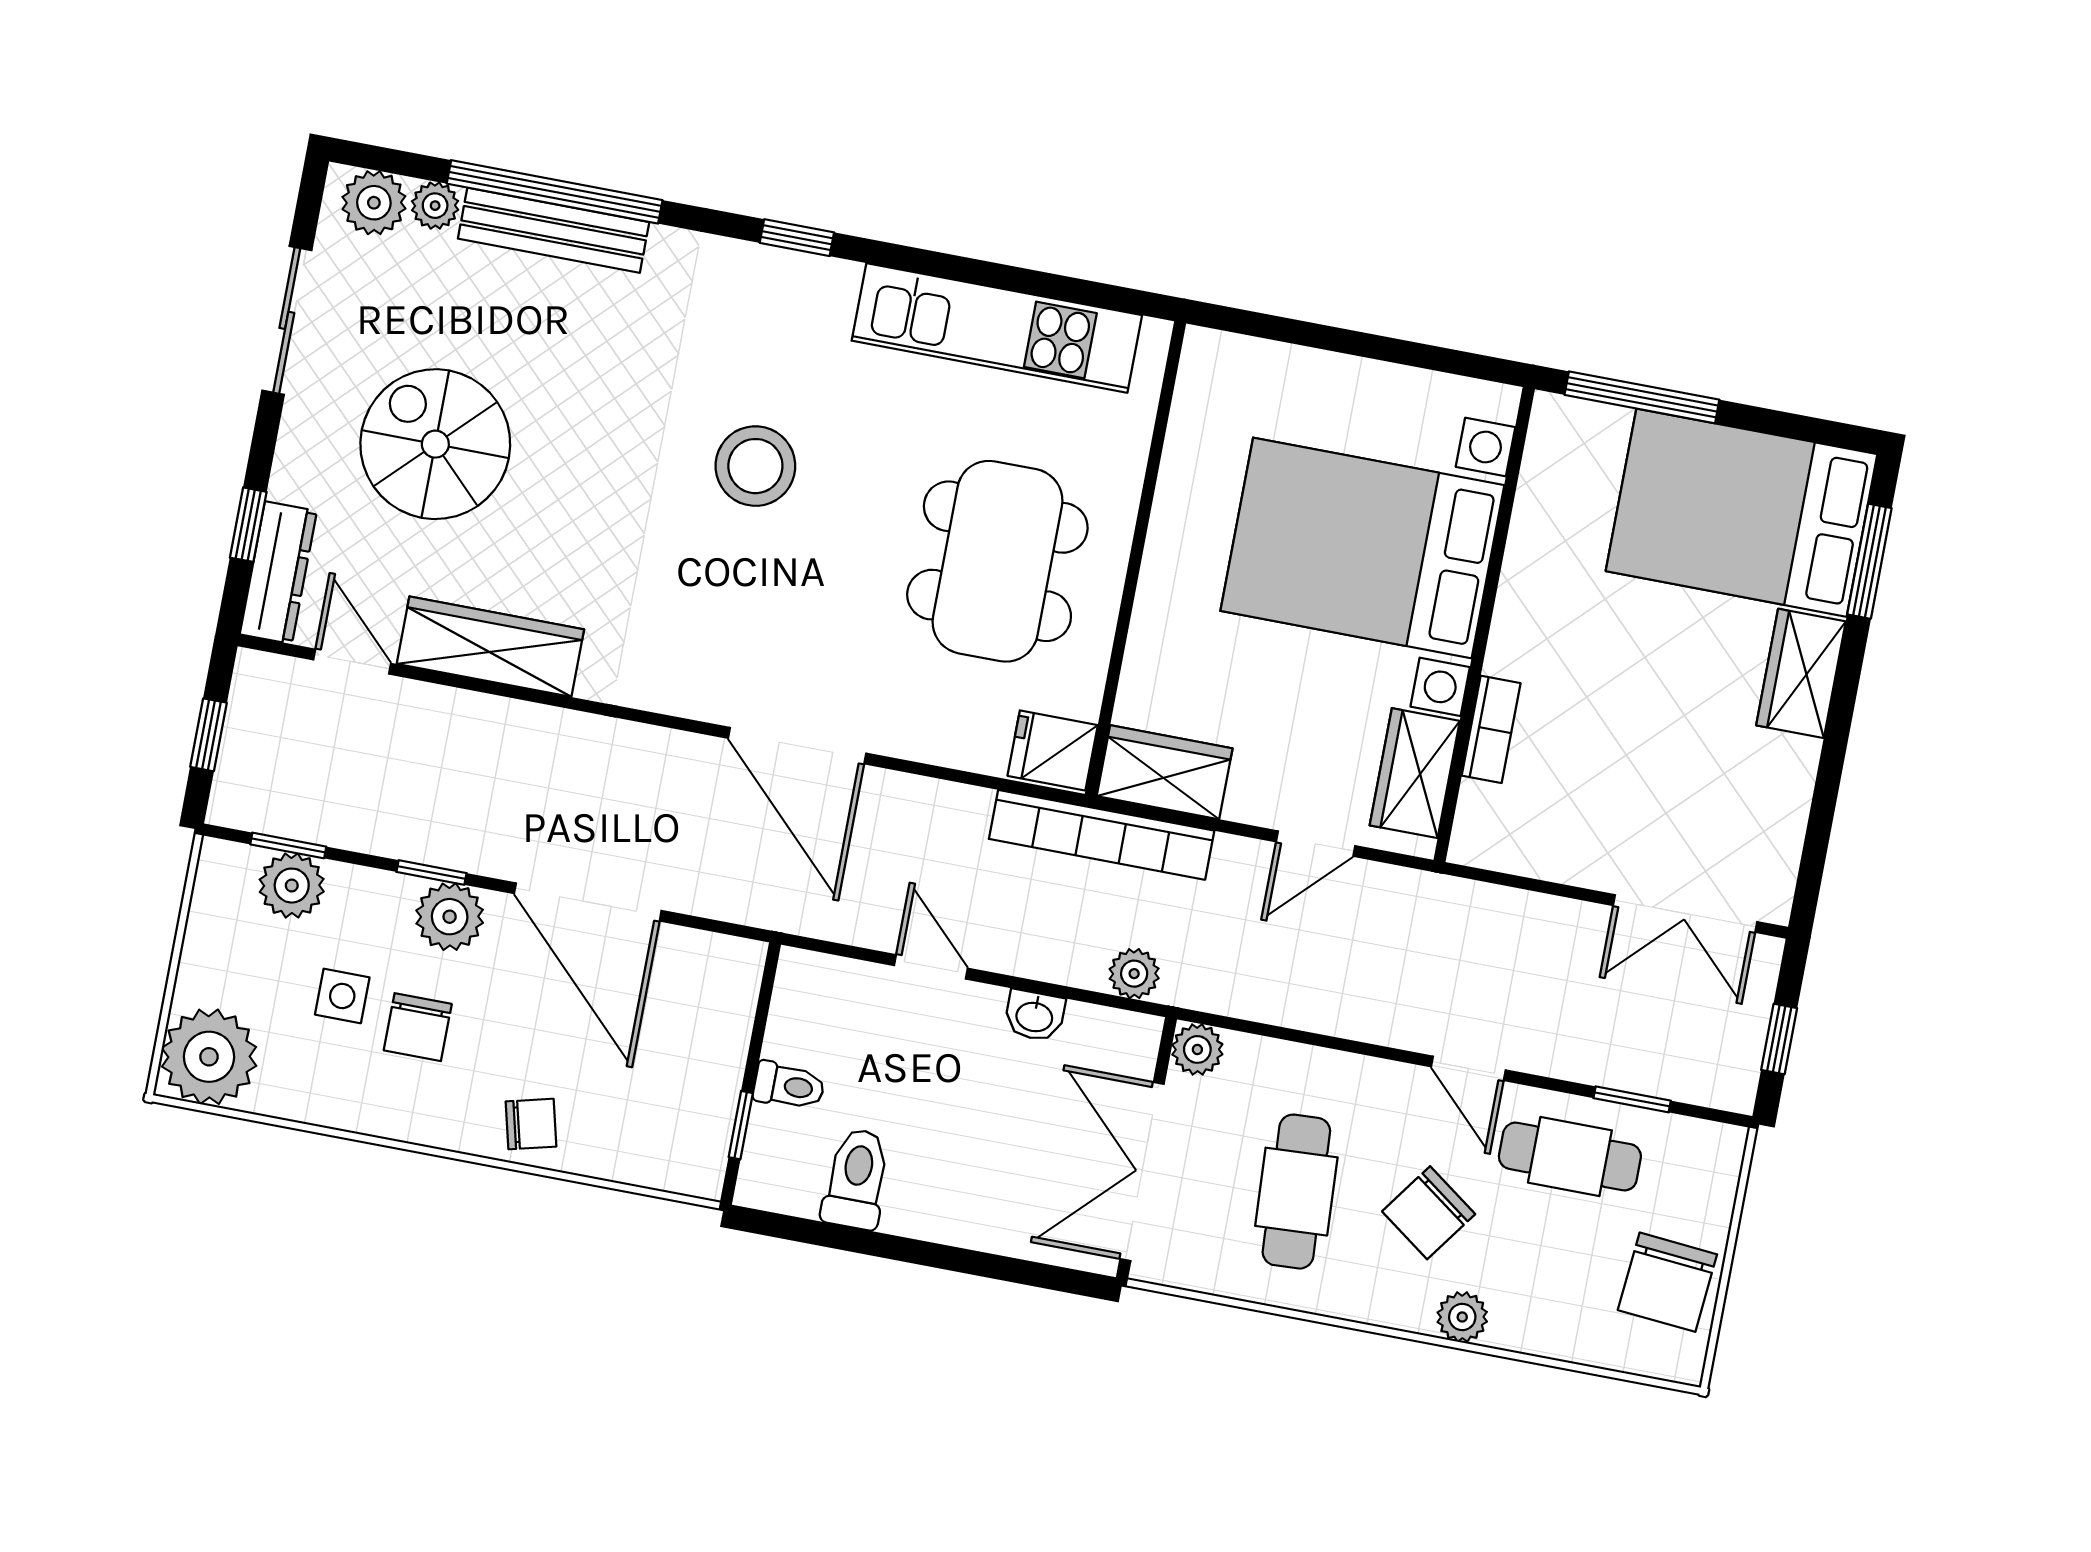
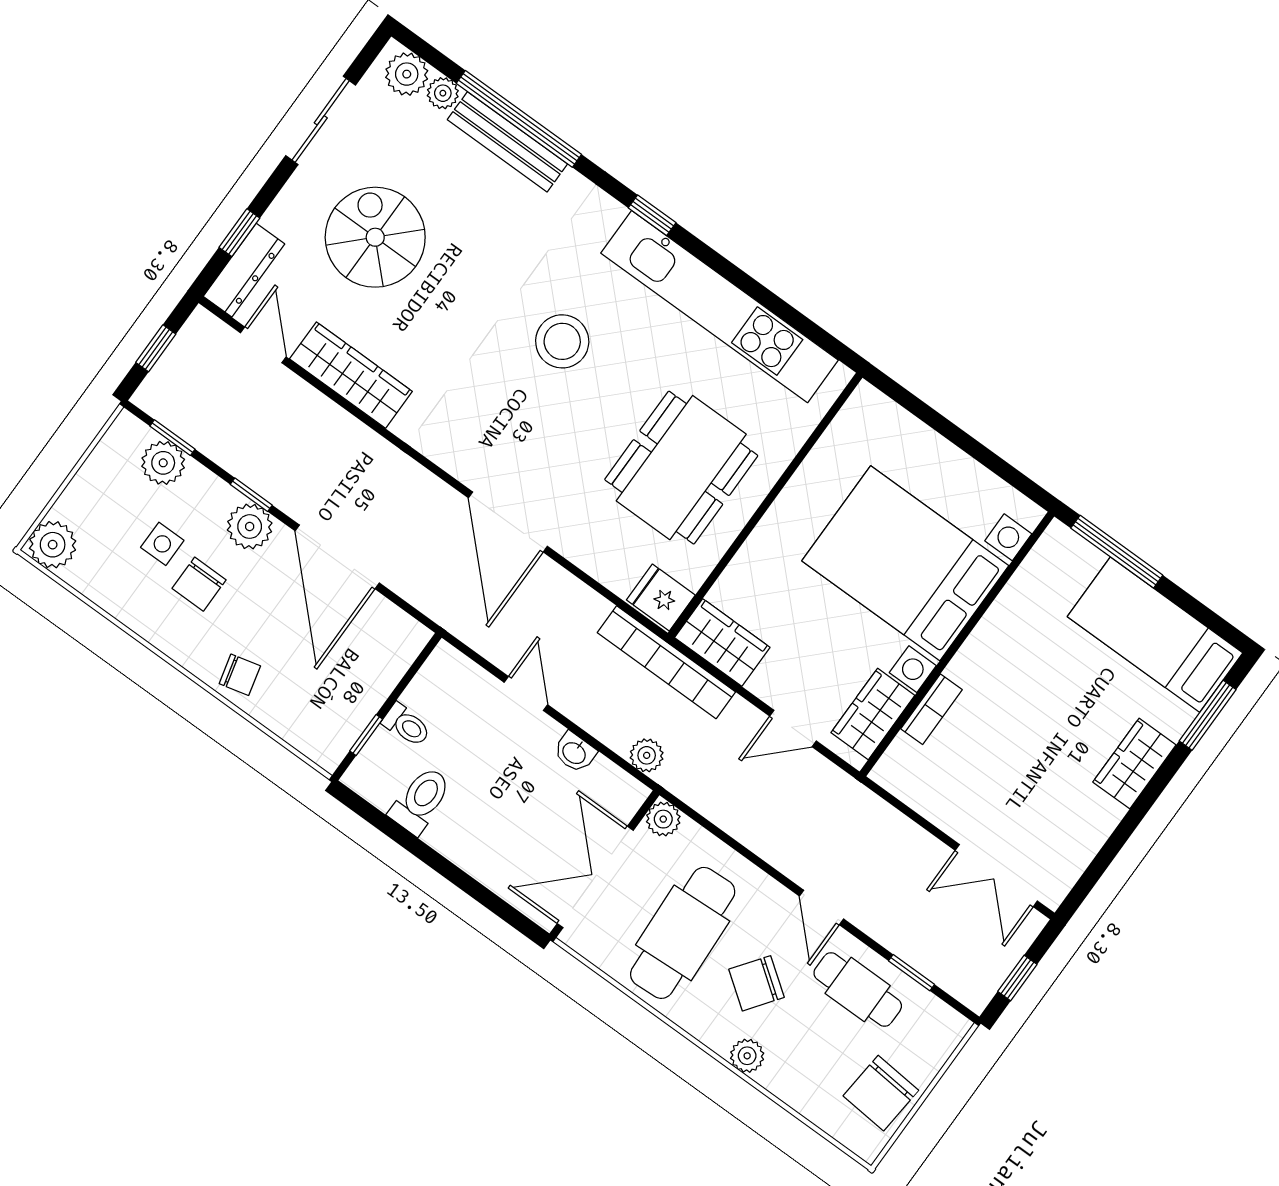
kitchen unit: (997, 328) -> (720, 307), width x1.36
bed: (1742, 513) -> (1155, 635), width x0.67
plant: (209, 1057) -> (53, 545), width x0.73, depth x0.73
cafe table: (1296, 1192) -> (683, 933), width x1.37, depth x1.35

